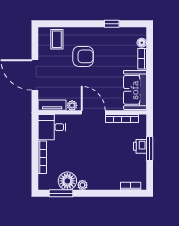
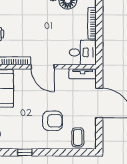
armchair: (83, 56) -> (52, 121), turned 180
plant: (72, 105) -> (63, 73), removed

